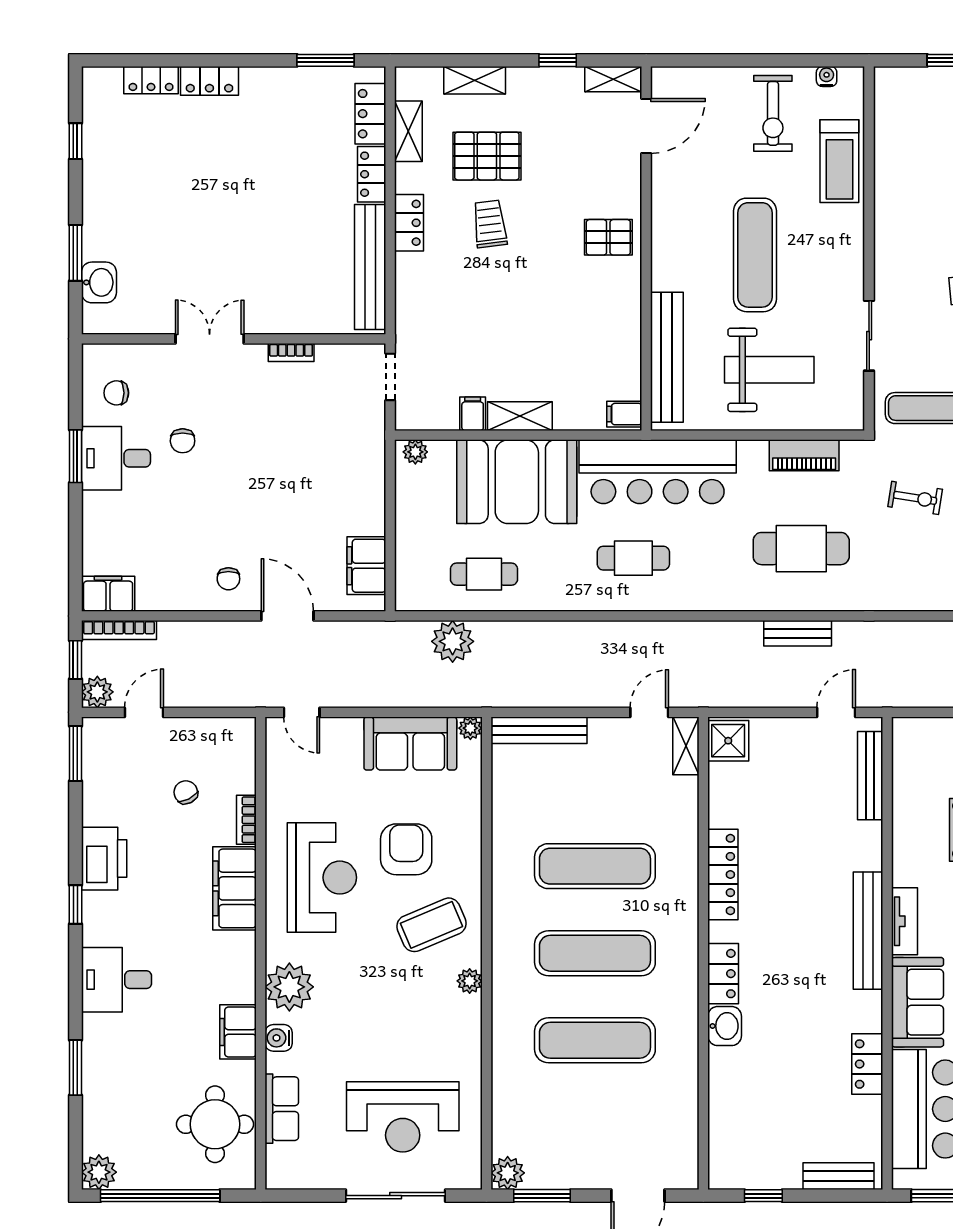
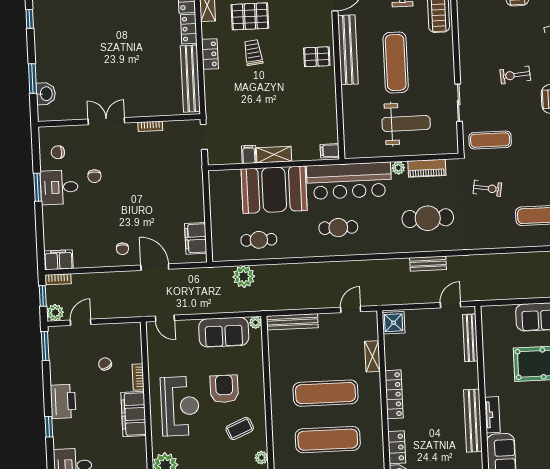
bench: (667, 357) -> (348, 50), moved
plant: (415, 452) -> (398, 168), moved
bookcase: (119, 630) -> (58, 279), width x0.64
shelving: (686, 746) -> (372, 356), moved
coffee table: (432, 925) -> (240, 429), width x0.73, depth x0.77

